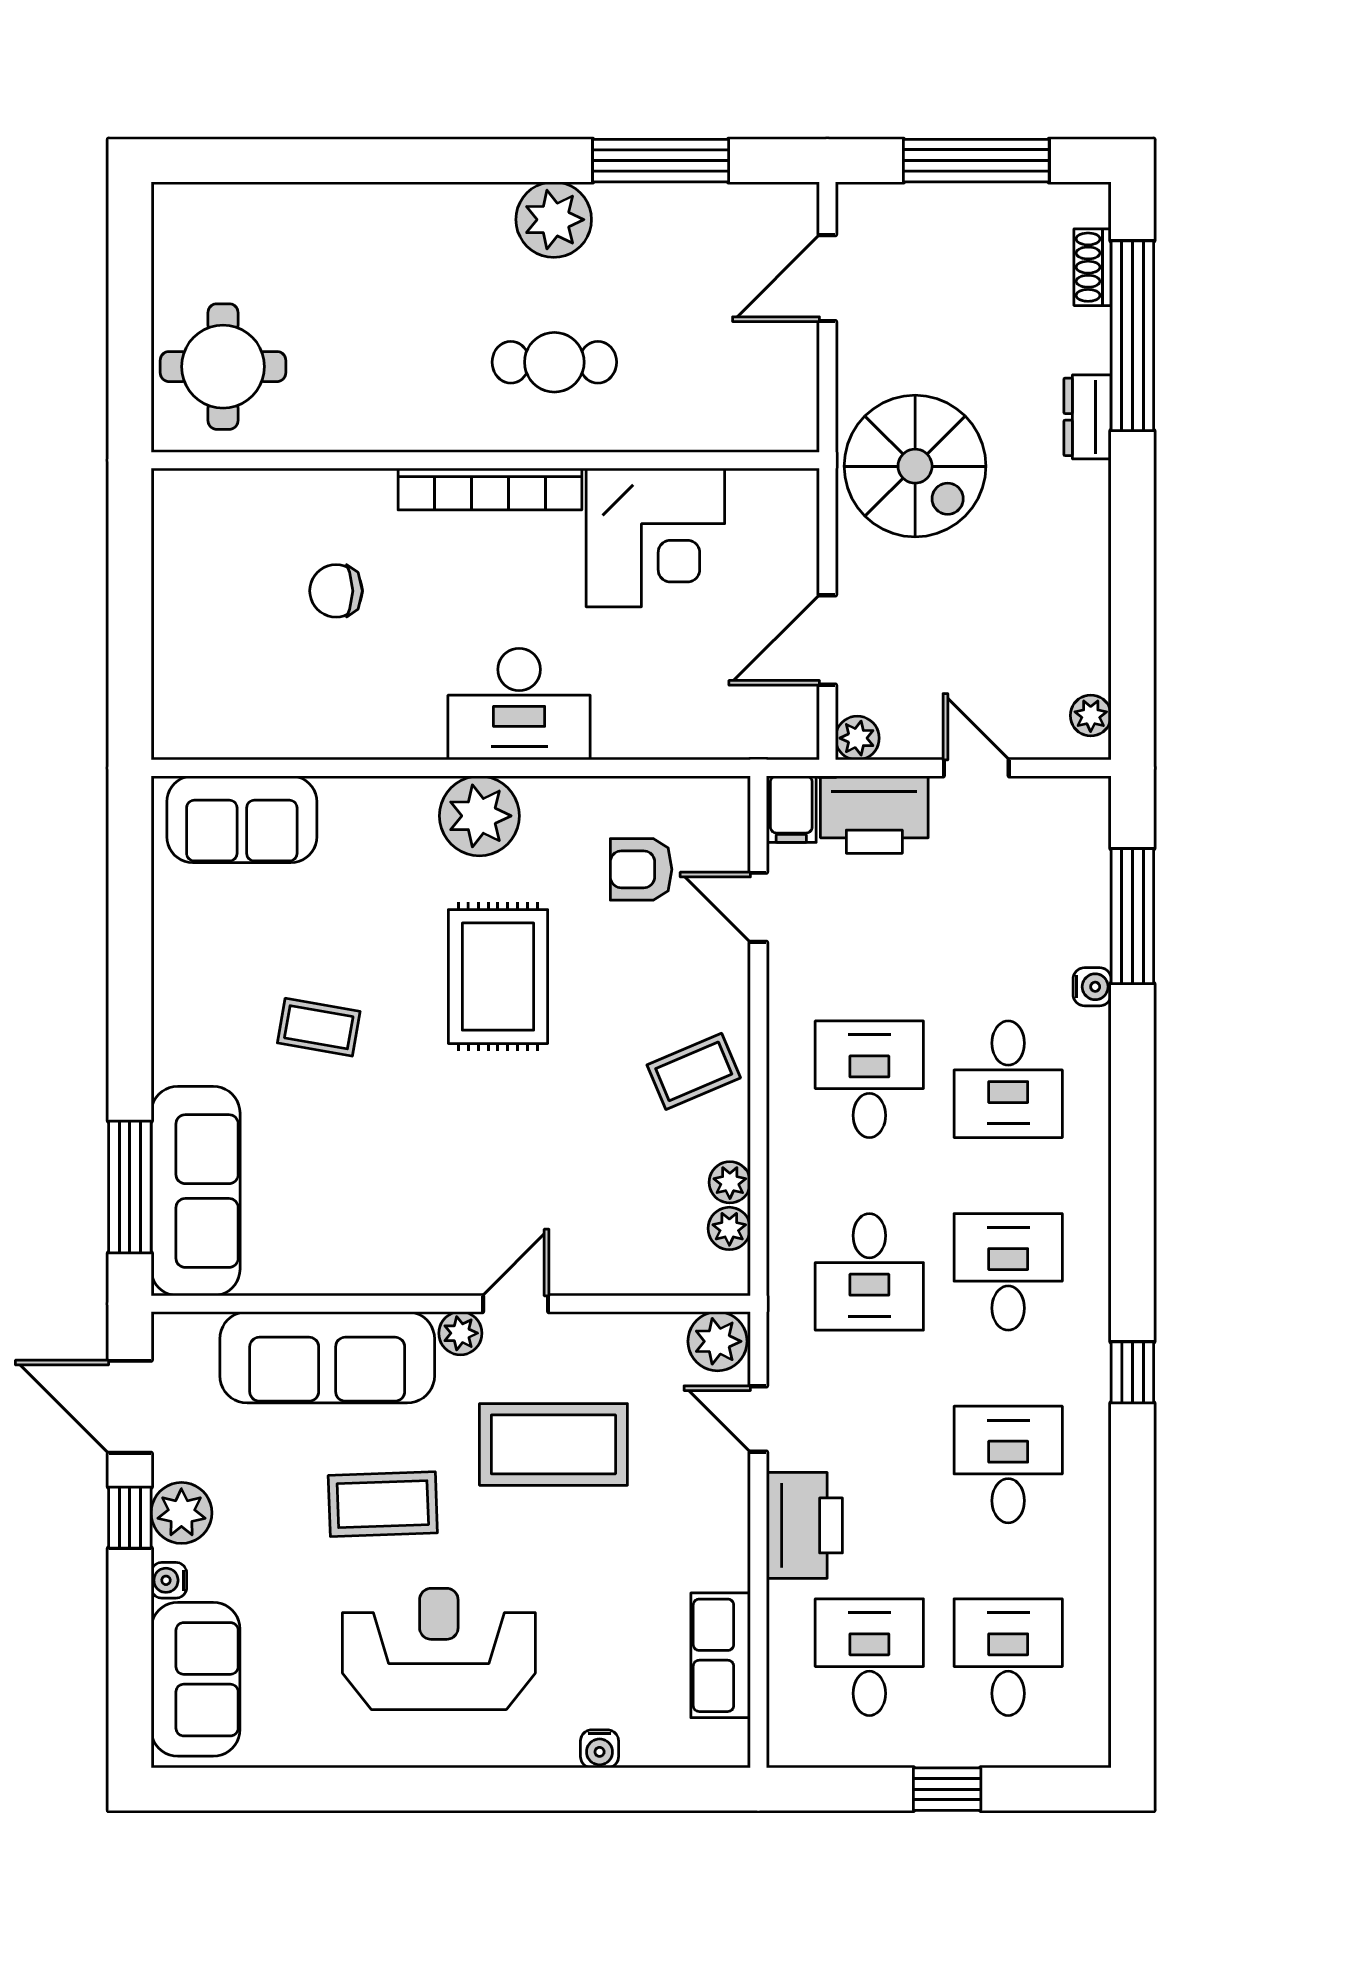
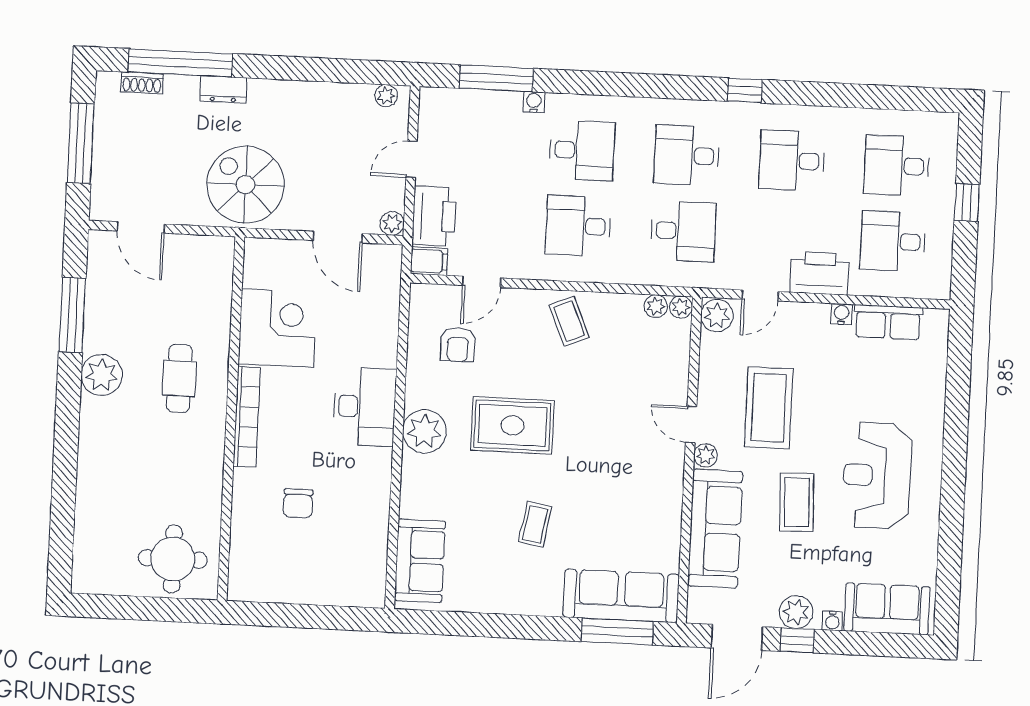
spiral stairs: (915, 466) -> (245, 185), turned -90
plant: (730, 1182) -> (681, 307), moved
water cooler: (600, 1749) -> (842, 314), moved, turned -90

